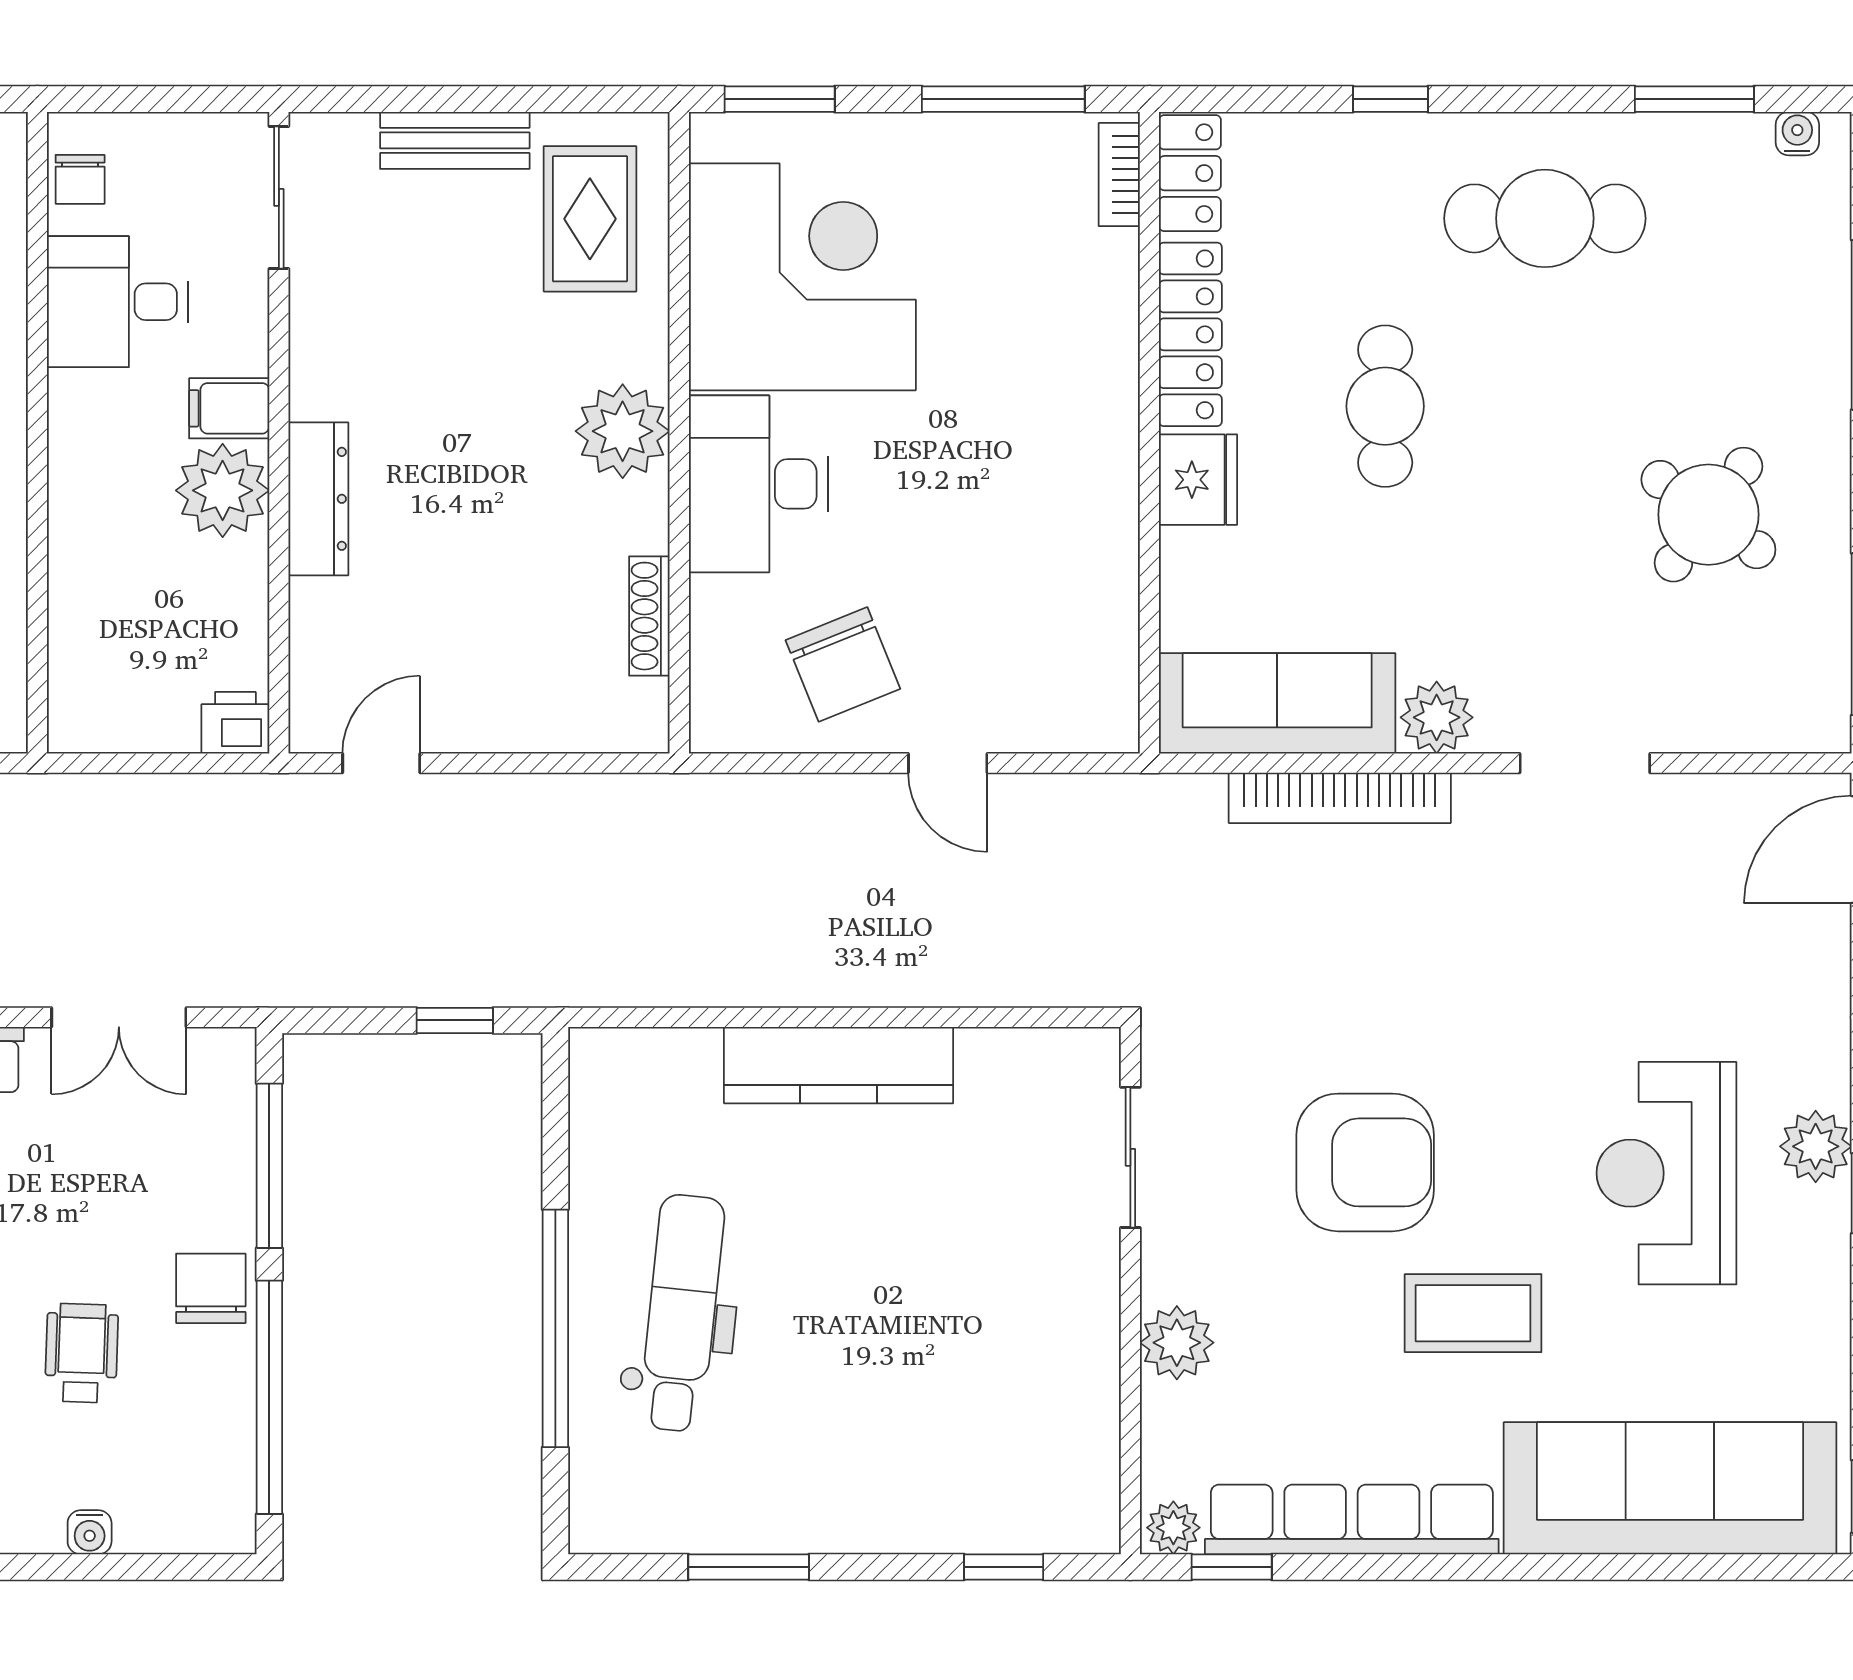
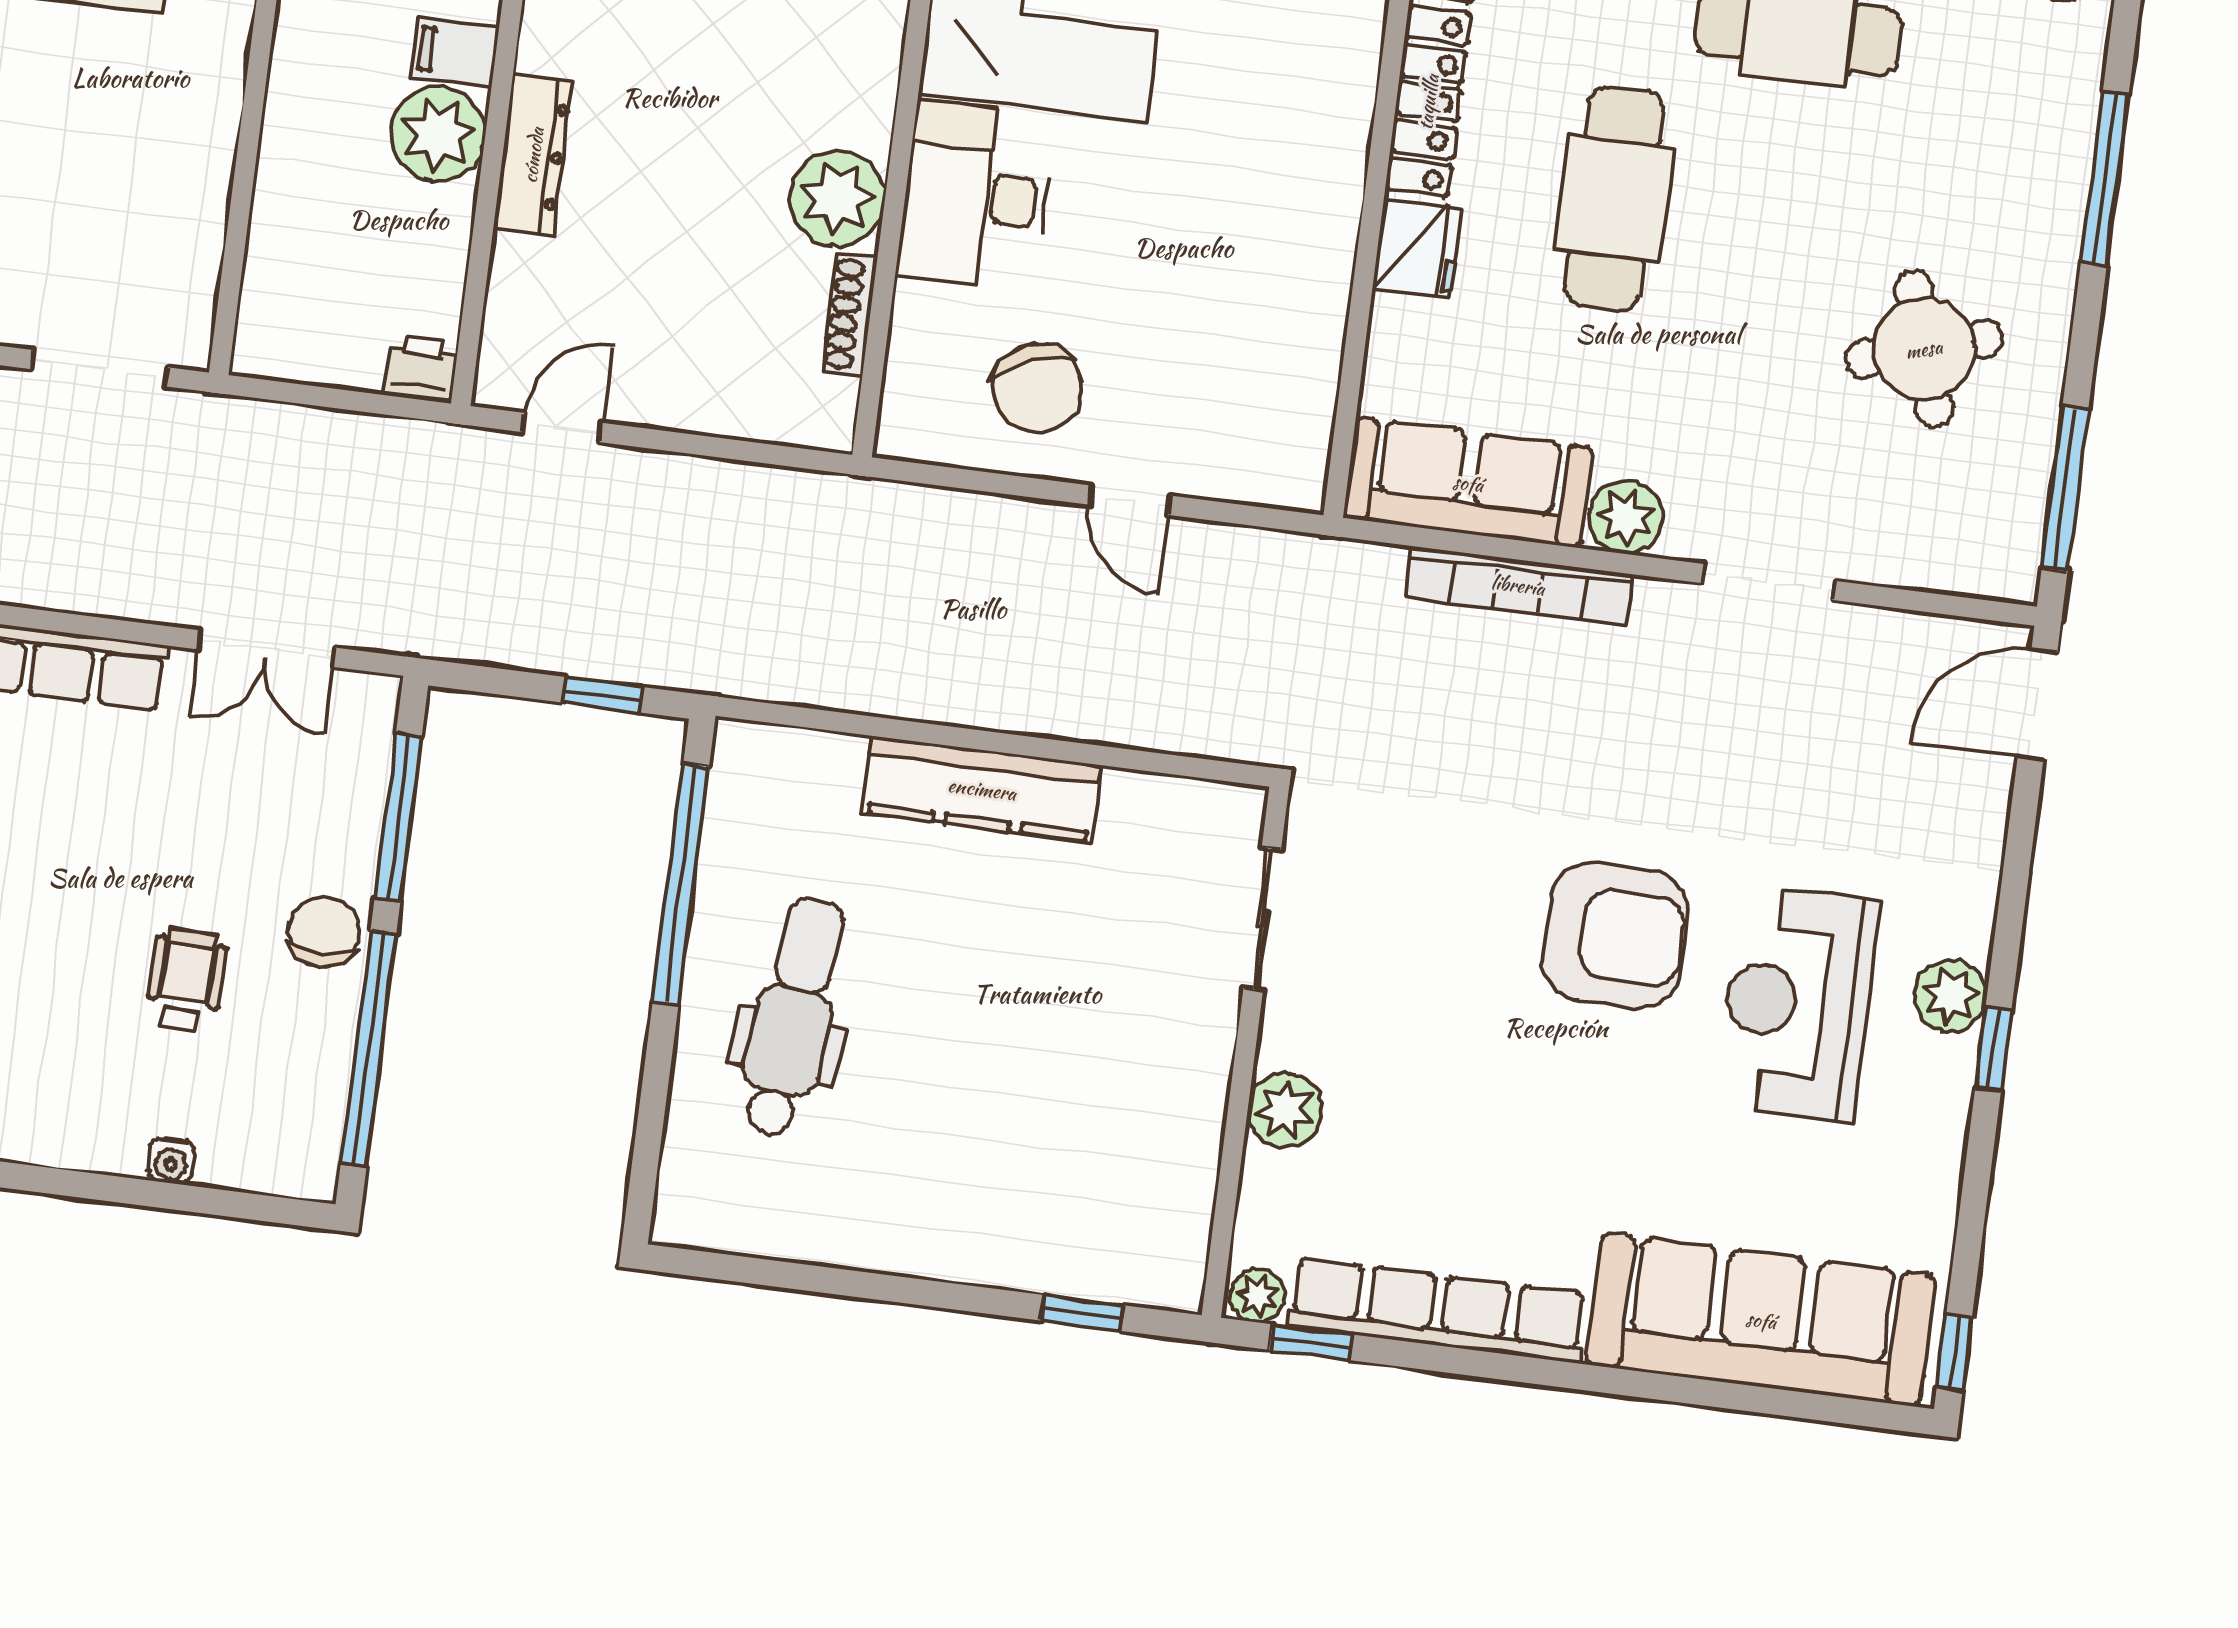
cafe table: (1385, 406) -> (1614, 199), width x1.37, depth x1.35
plant: (623, 431) -> (837, 199), moved
round table: (1708, 515) -> (1924, 349), turned 37
armchair: (1365, 1162) -> (1615, 936), moved
coffee table: (1473, 1313) -> (1586, 1119), removed
window: (555, 1328) -> (681, 884), moved
window: (749, 1567) -> (827, 1280), removed

